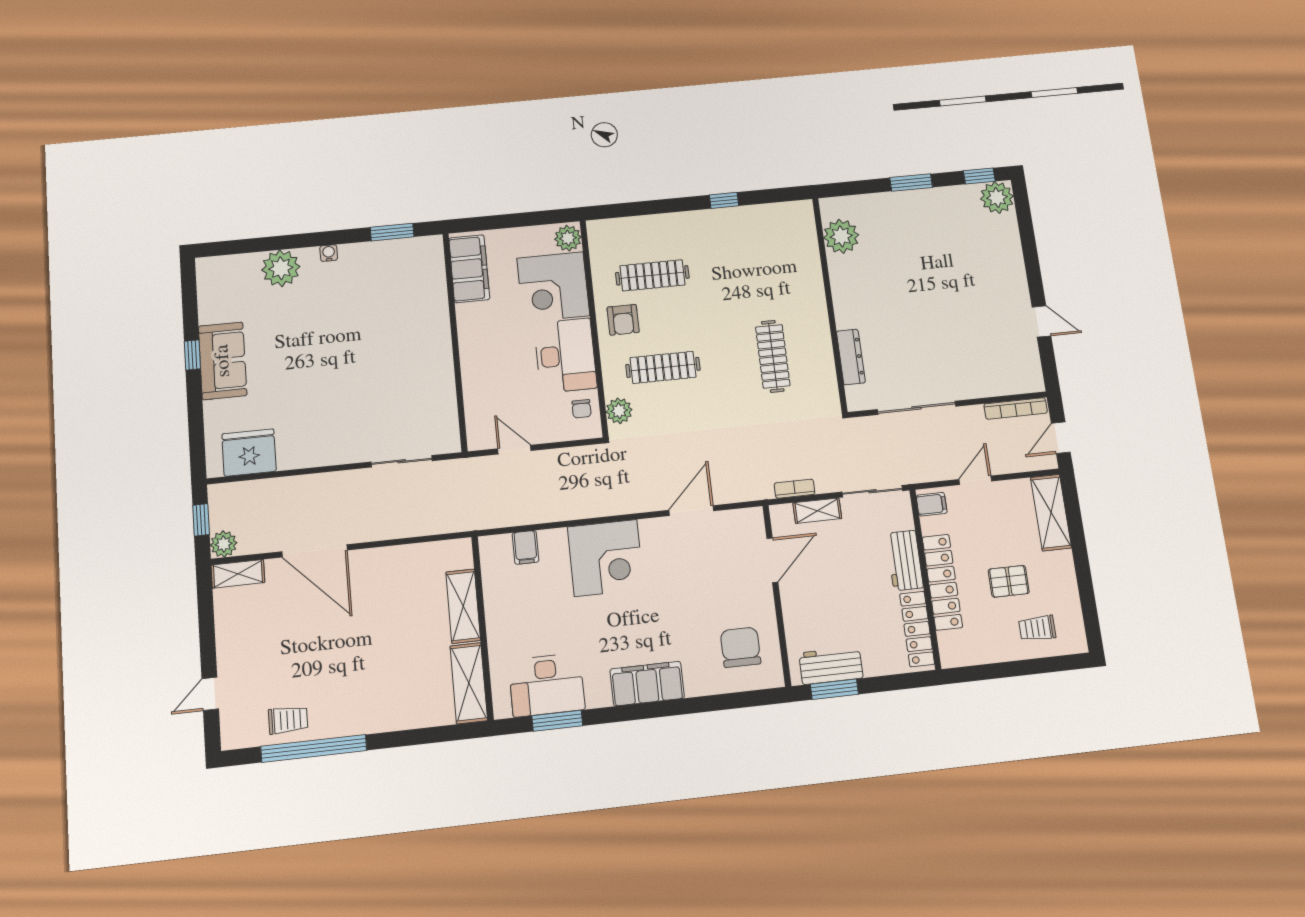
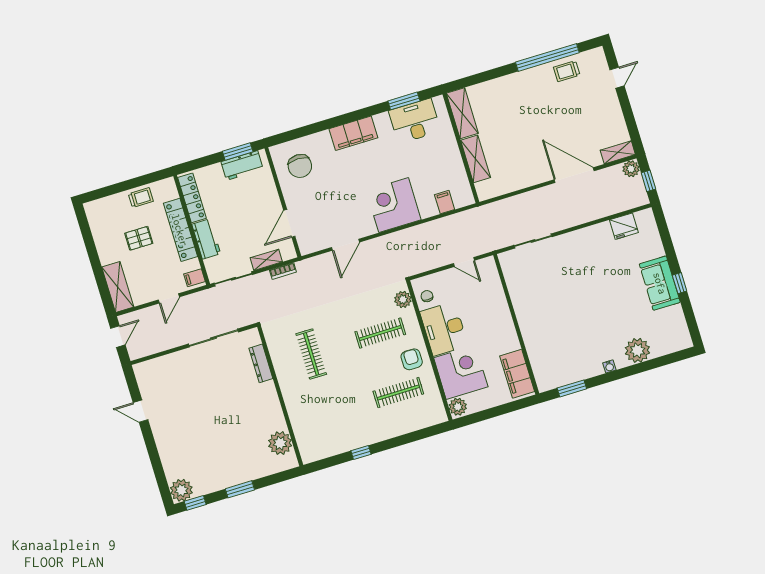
bookcase: (1016, 408) -> (149, 350), removed
fridge: (249, 453) -> (624, 226), width x0.73, depth x0.75
trolley: (1037, 628) -> (141, 198), moved

